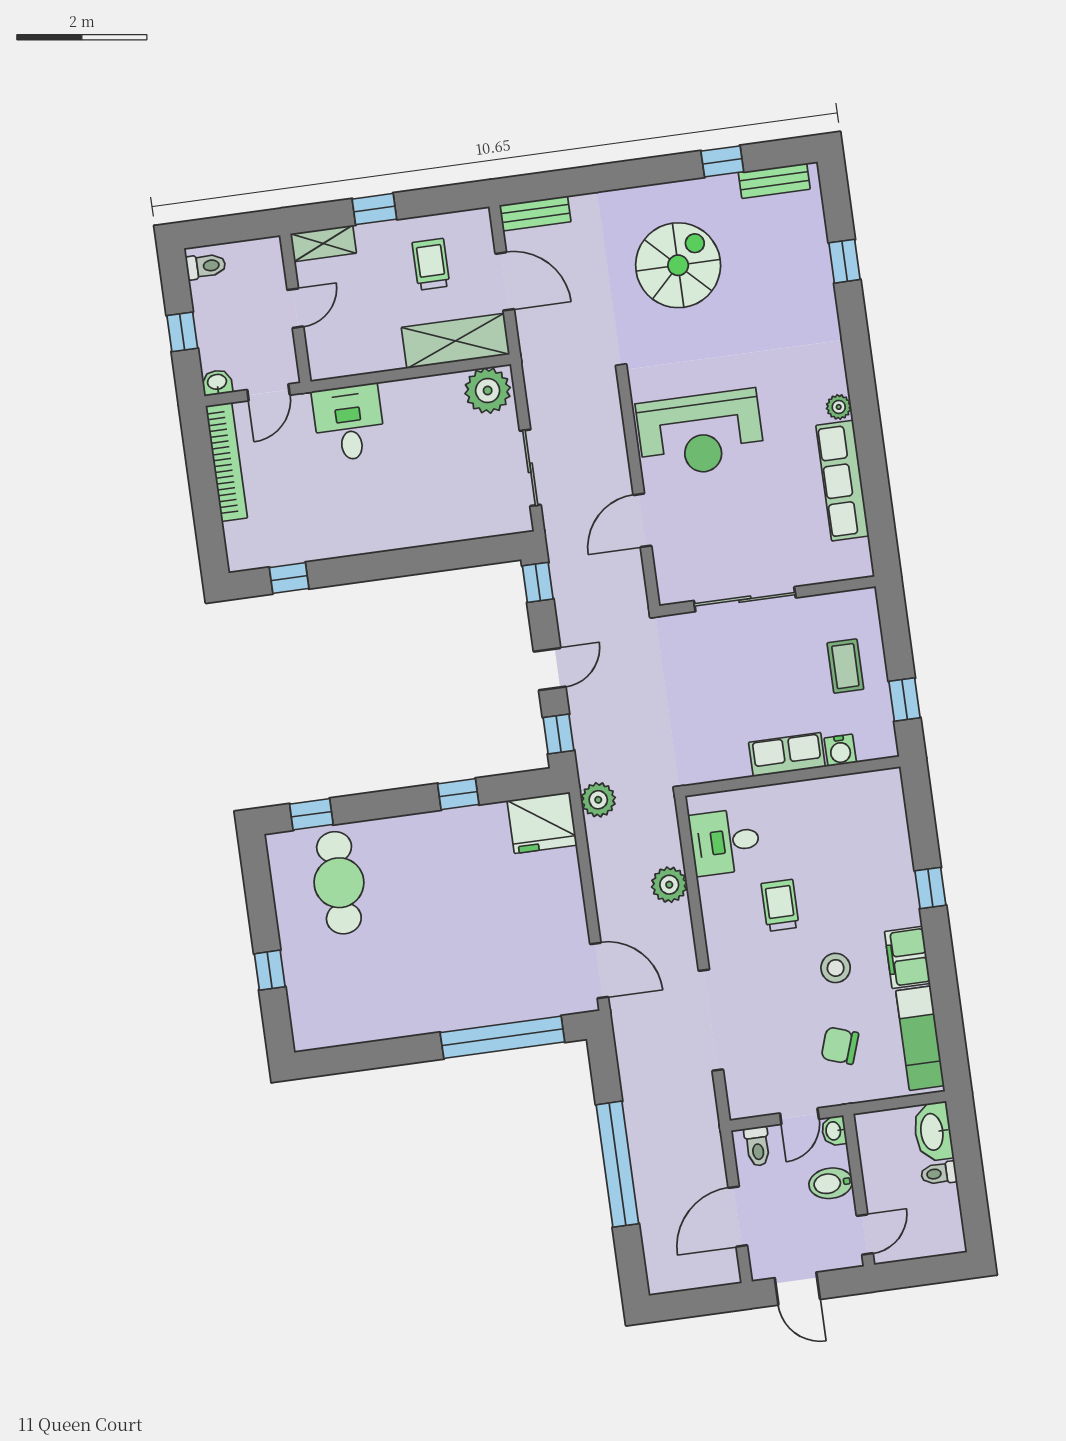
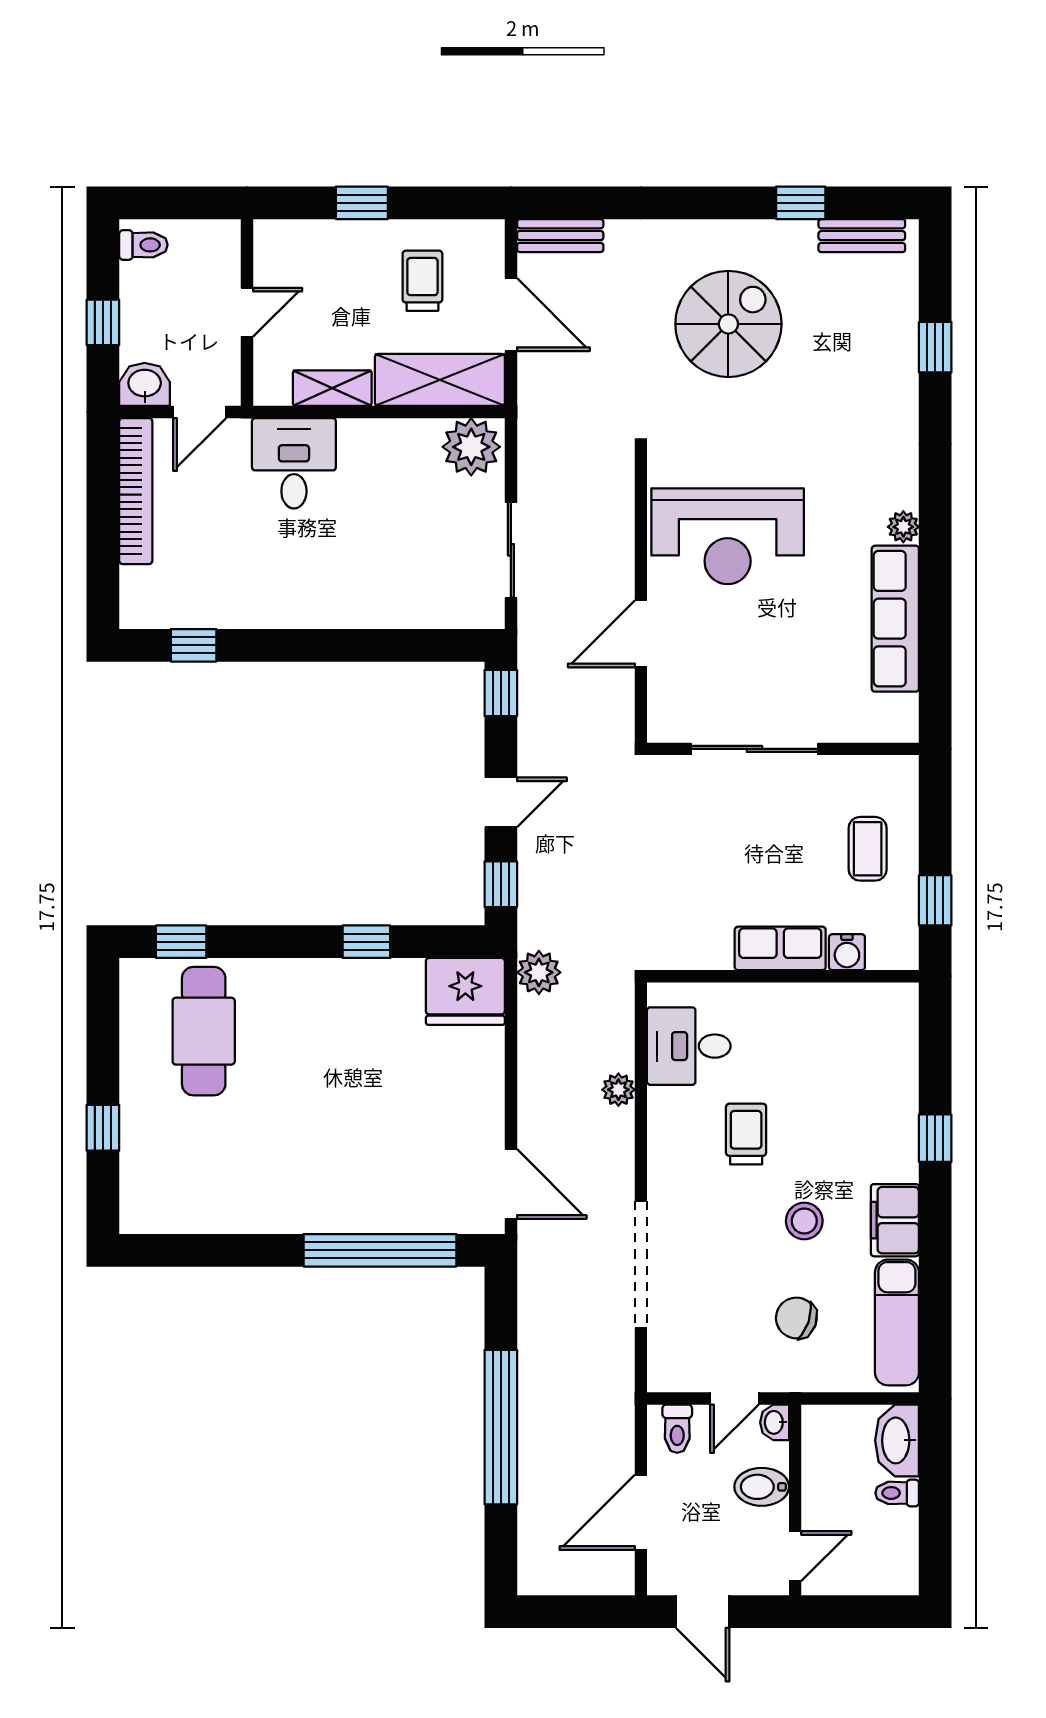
shelving: (323, 244) -> (332, 388), moved
washbasin: (217, 383) -> (145, 384), width x1.38, depth x1.45
plant: (669, 885) -> (618, 1090), width x0.73, depth x0.73

